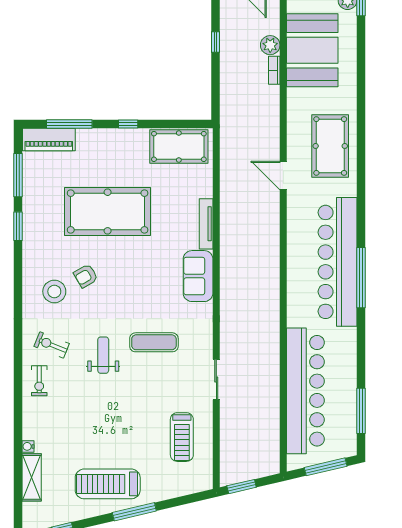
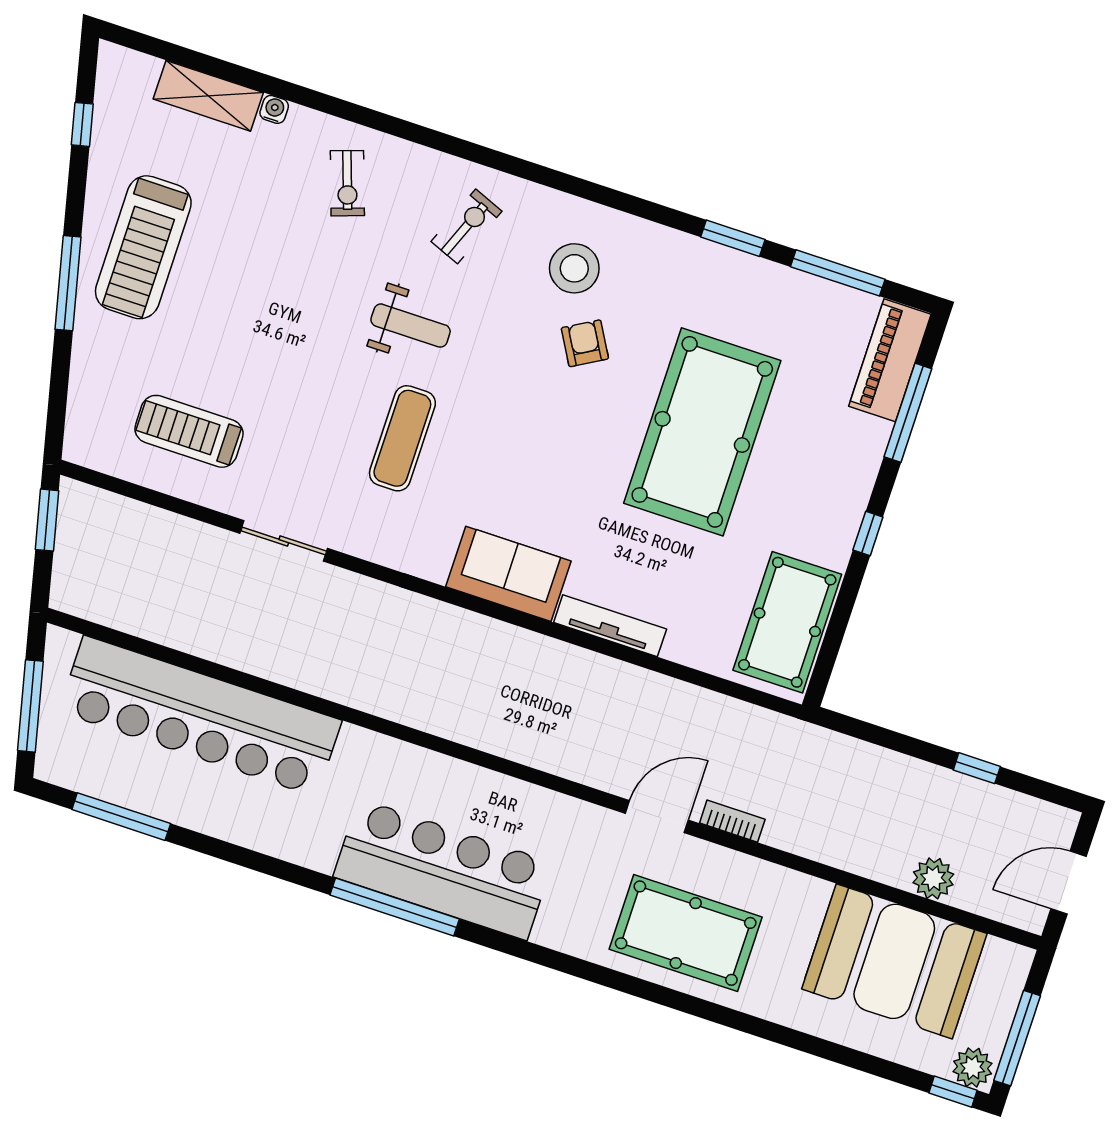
bookcase: (274, 70) -> (732, 821), moved
bar counter: (338, 262) -> (443, 869), width x0.73
exercise bike: (39, 381) -> (347, 183), moved, turned -109
treadmill: (108, 484) -> (143, 247), turned 180

